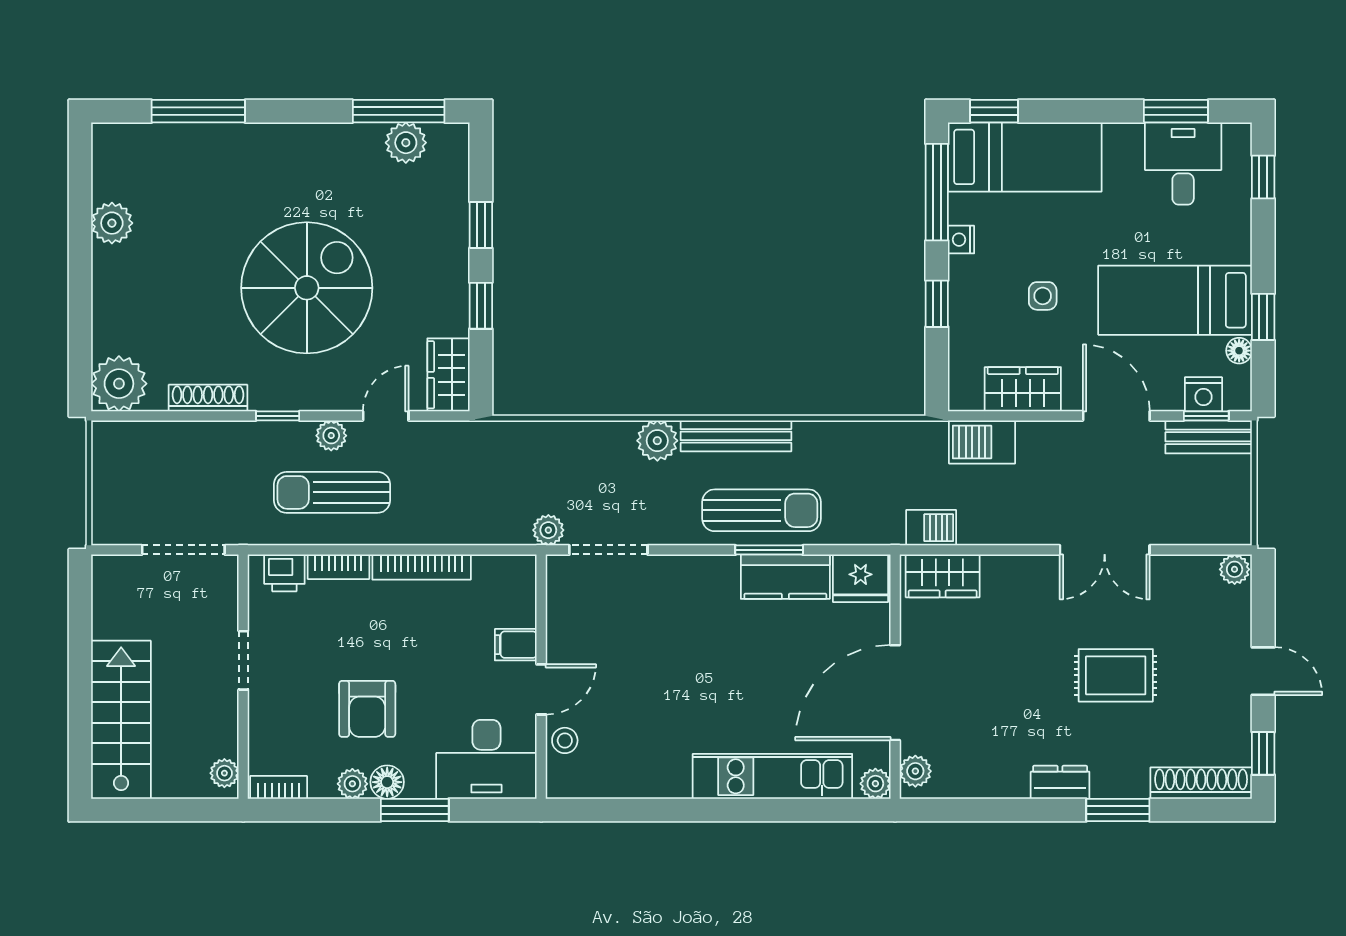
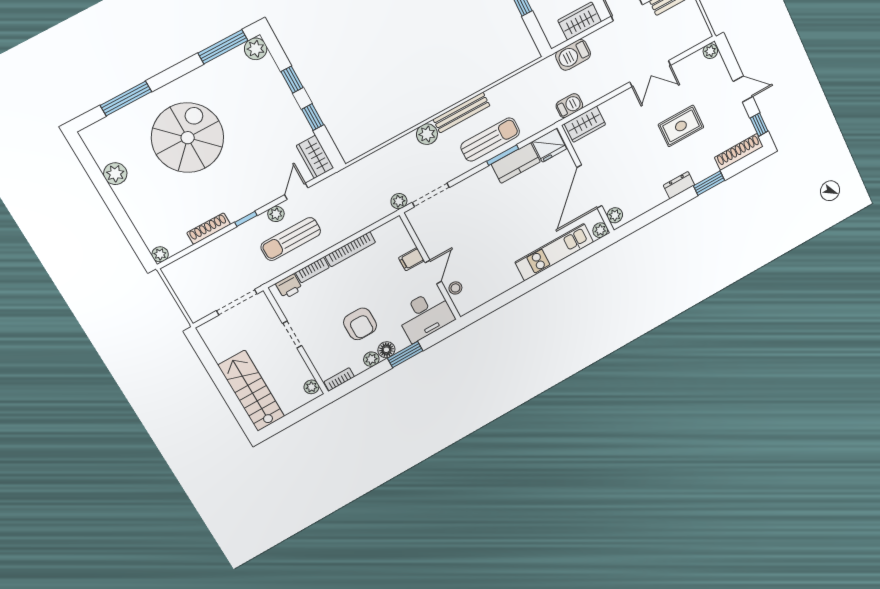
plant: (406, 143) -> (256, 49), moved
spiral stairs: (307, 288) -> (188, 138), moved
plant: (119, 384) -> (160, 254), width x0.53, depth x0.53

